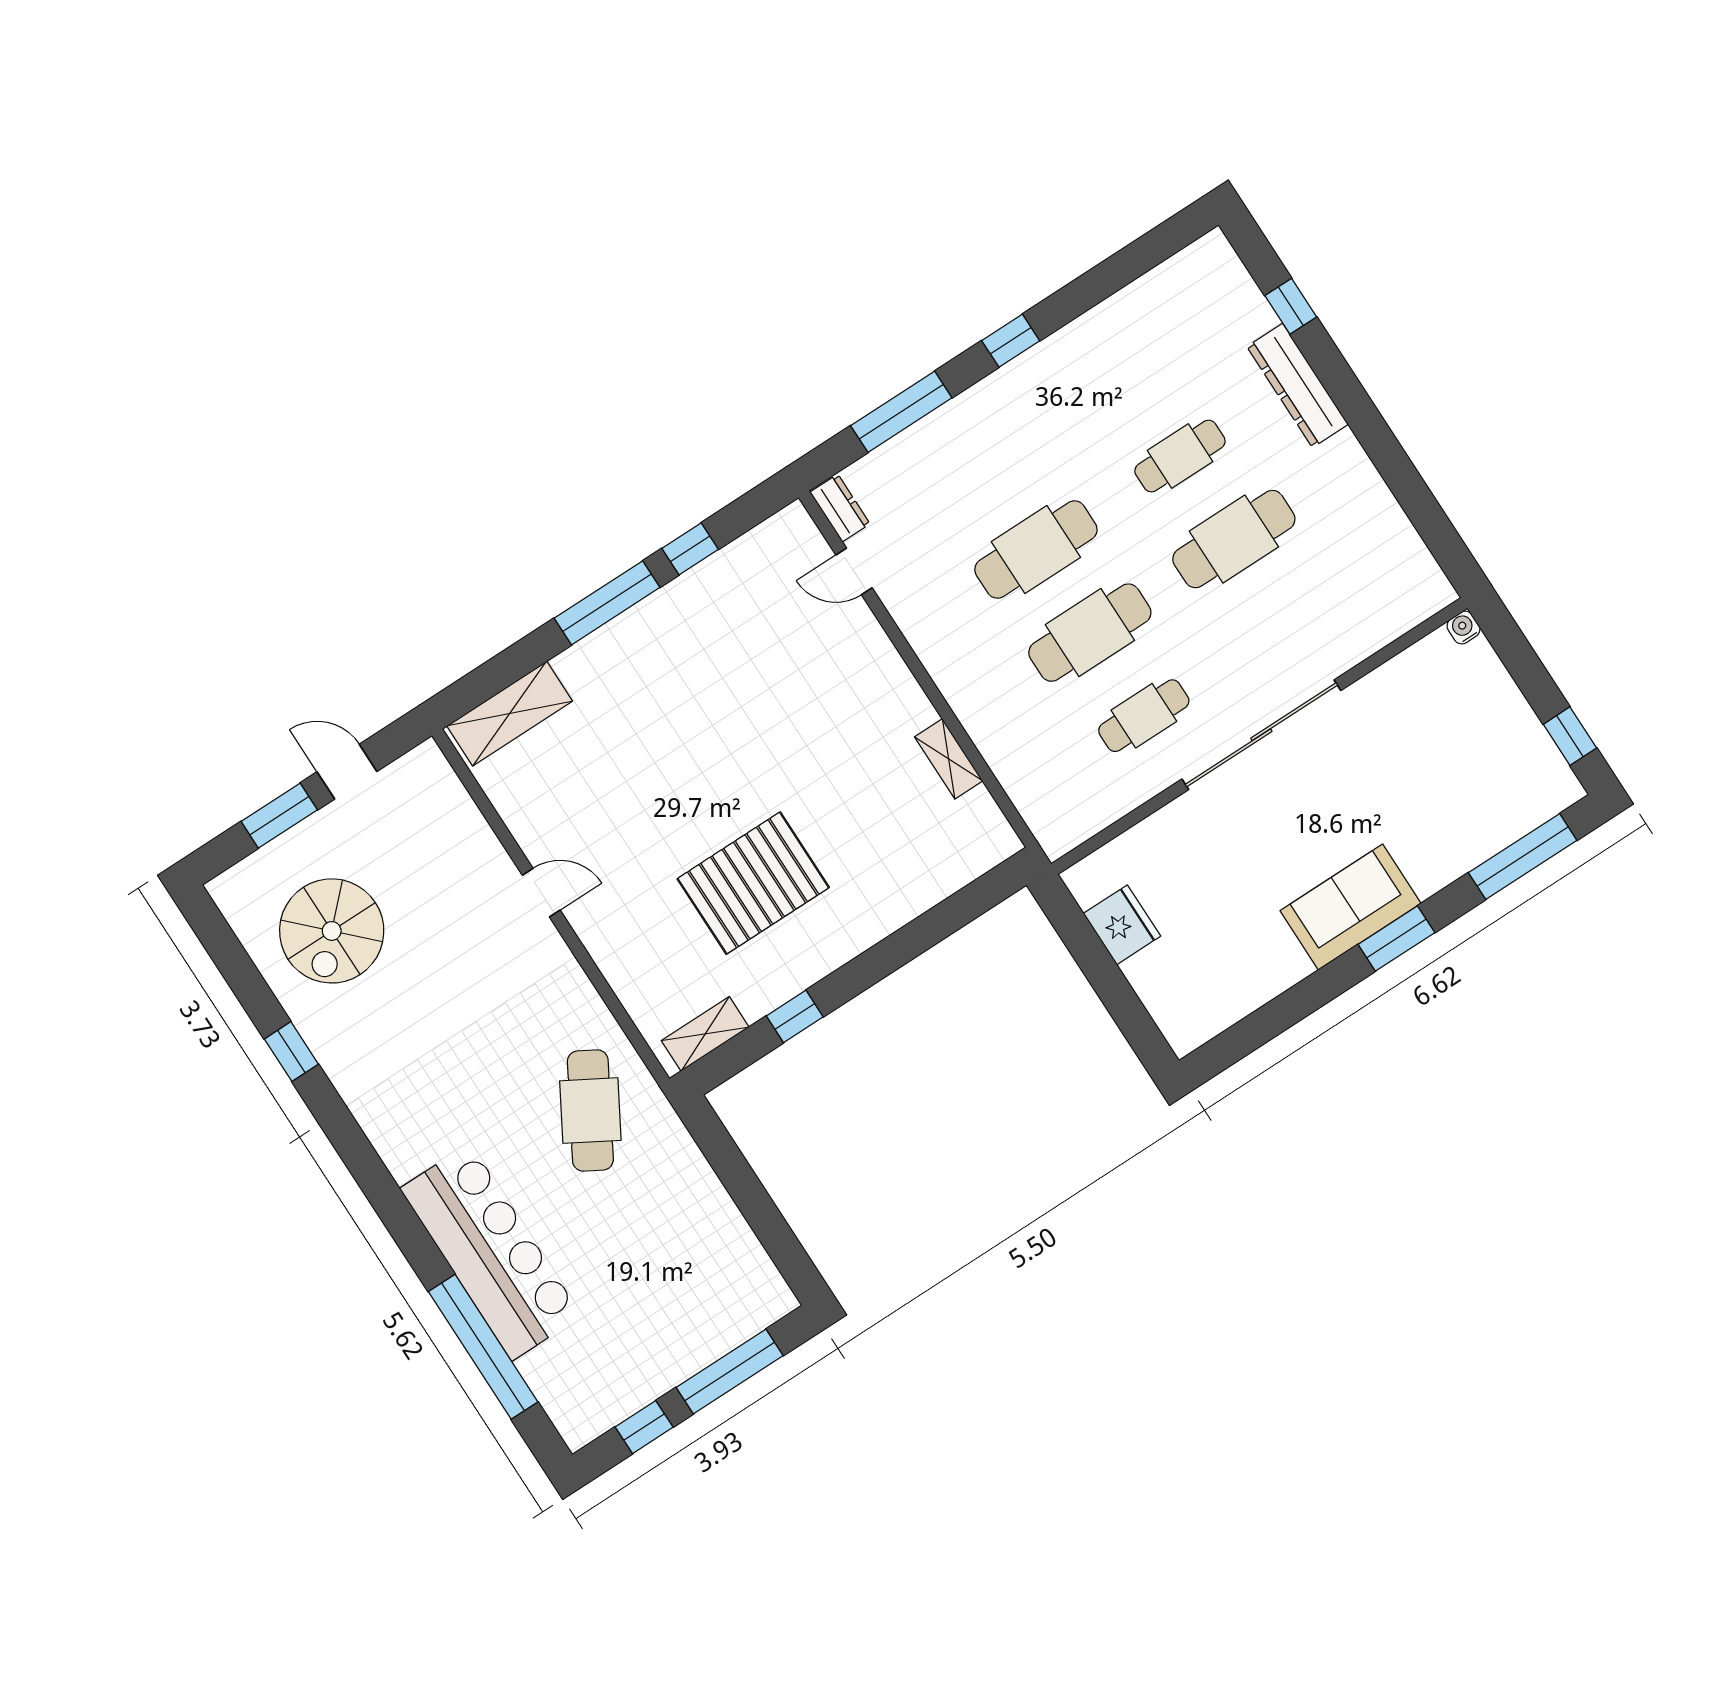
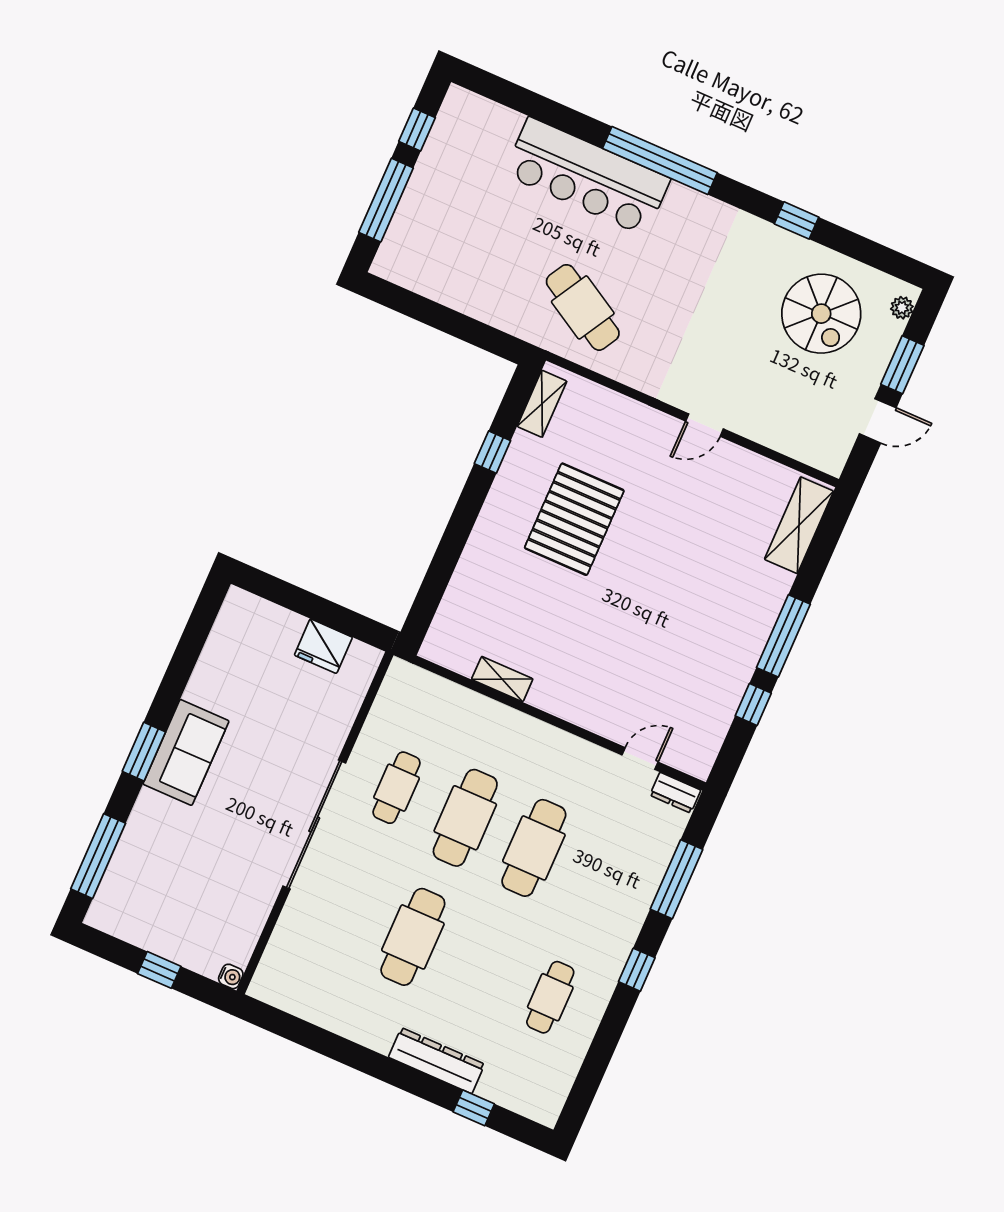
cafe table: (1180, 456) -> (550, 997), moved
window: (1570, 736) -> (159, 970), moved
plant: (238, 879) -> (902, 308), added
spiral stairs: (332, 931) -> (821, 314), turned 180
window: (483, 1347) -> (660, 160), moved

